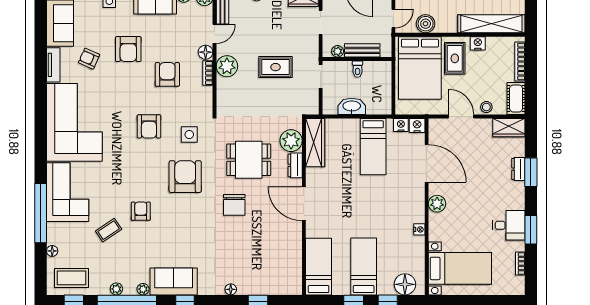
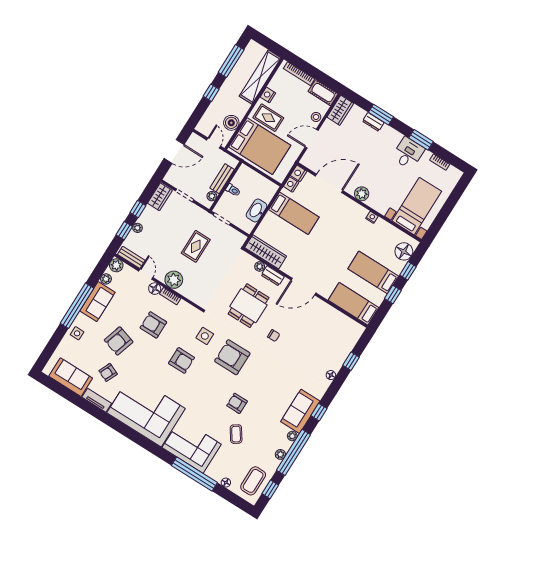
armchair: (128, 49) -> (119, 341), turned 107
plant: (291, 141) -> (260, 266), width x0.53, depth x0.53
chair: (234, 205) -> (274, 336), width x0.54, depth x0.54

